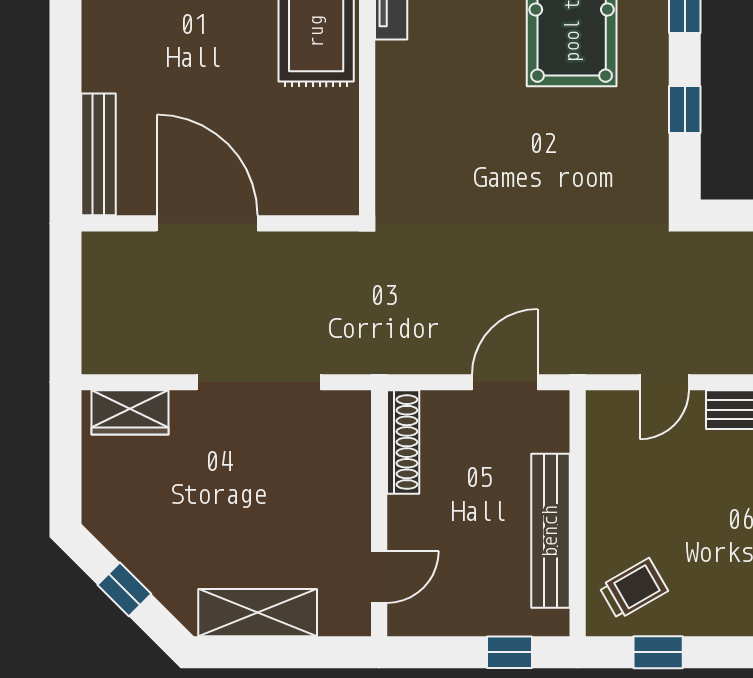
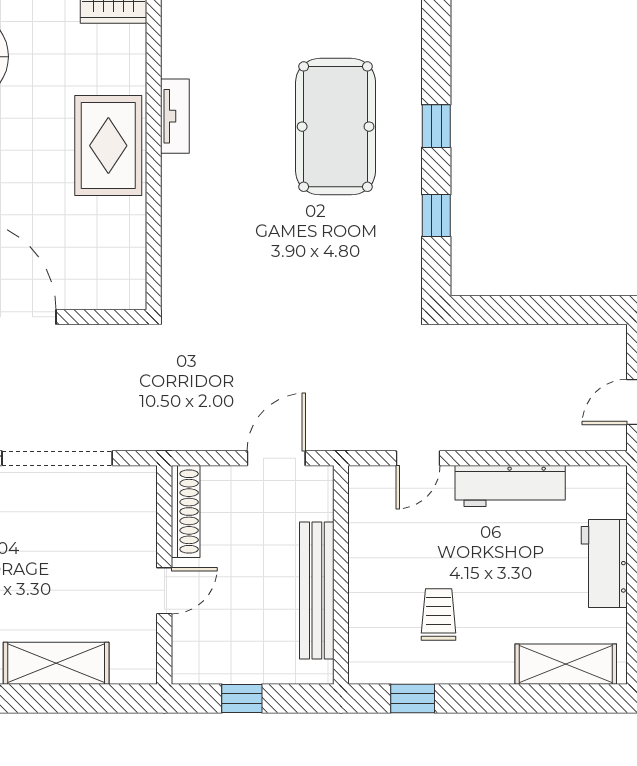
door: (379, 577) -> (164, 591), moved
trolley: (633, 589) -> (439, 614), moved, turned -60
window: (509, 652) -> (242, 699), moved

